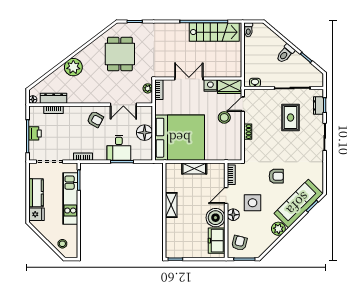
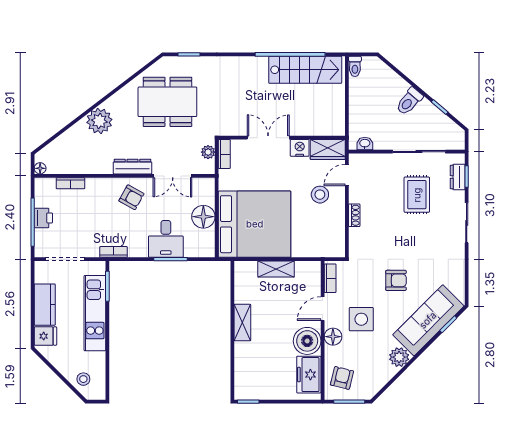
dining table: (120, 54) -> (167, 102), width x1.38
dresser: (54, 98) -> (132, 167), moved

